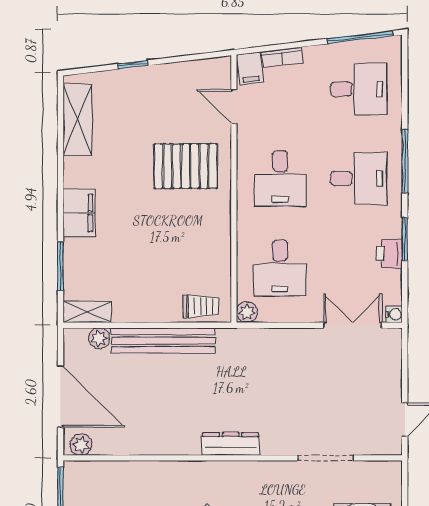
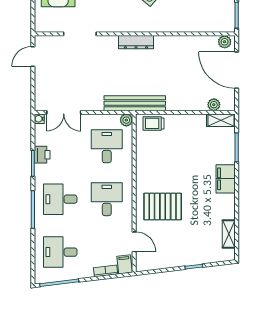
shelving: (77, 120) -> (229, 234), width x0.67, depth x0.75
bench: (163, 341) -> (135, 103), moved

